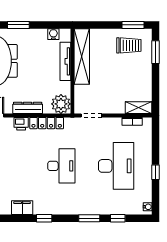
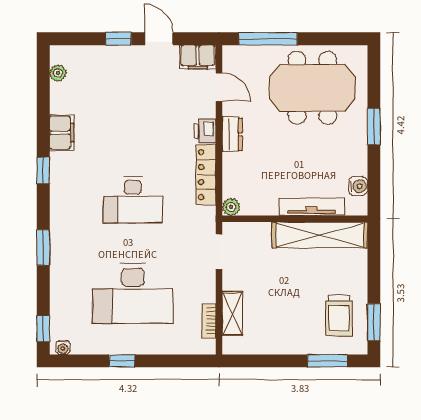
plant: (61, 104) -> (231, 207), width x0.53, depth x0.53
dresser: (28, 108) -> (232, 134), width x0.70
shelving: (138, 108) -> (232, 313), moved
window: (118, 218) -> (43, 329), moved

